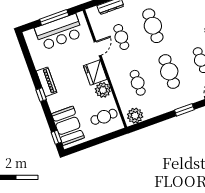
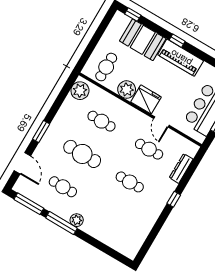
cafe table: (153, 26) -> (130, 182), width x0.73, depth x0.74
piano: (46, 82) -> (181, 58), width x1.37, depth x1.33
booth: (68, 126) -> (143, 40), moved

